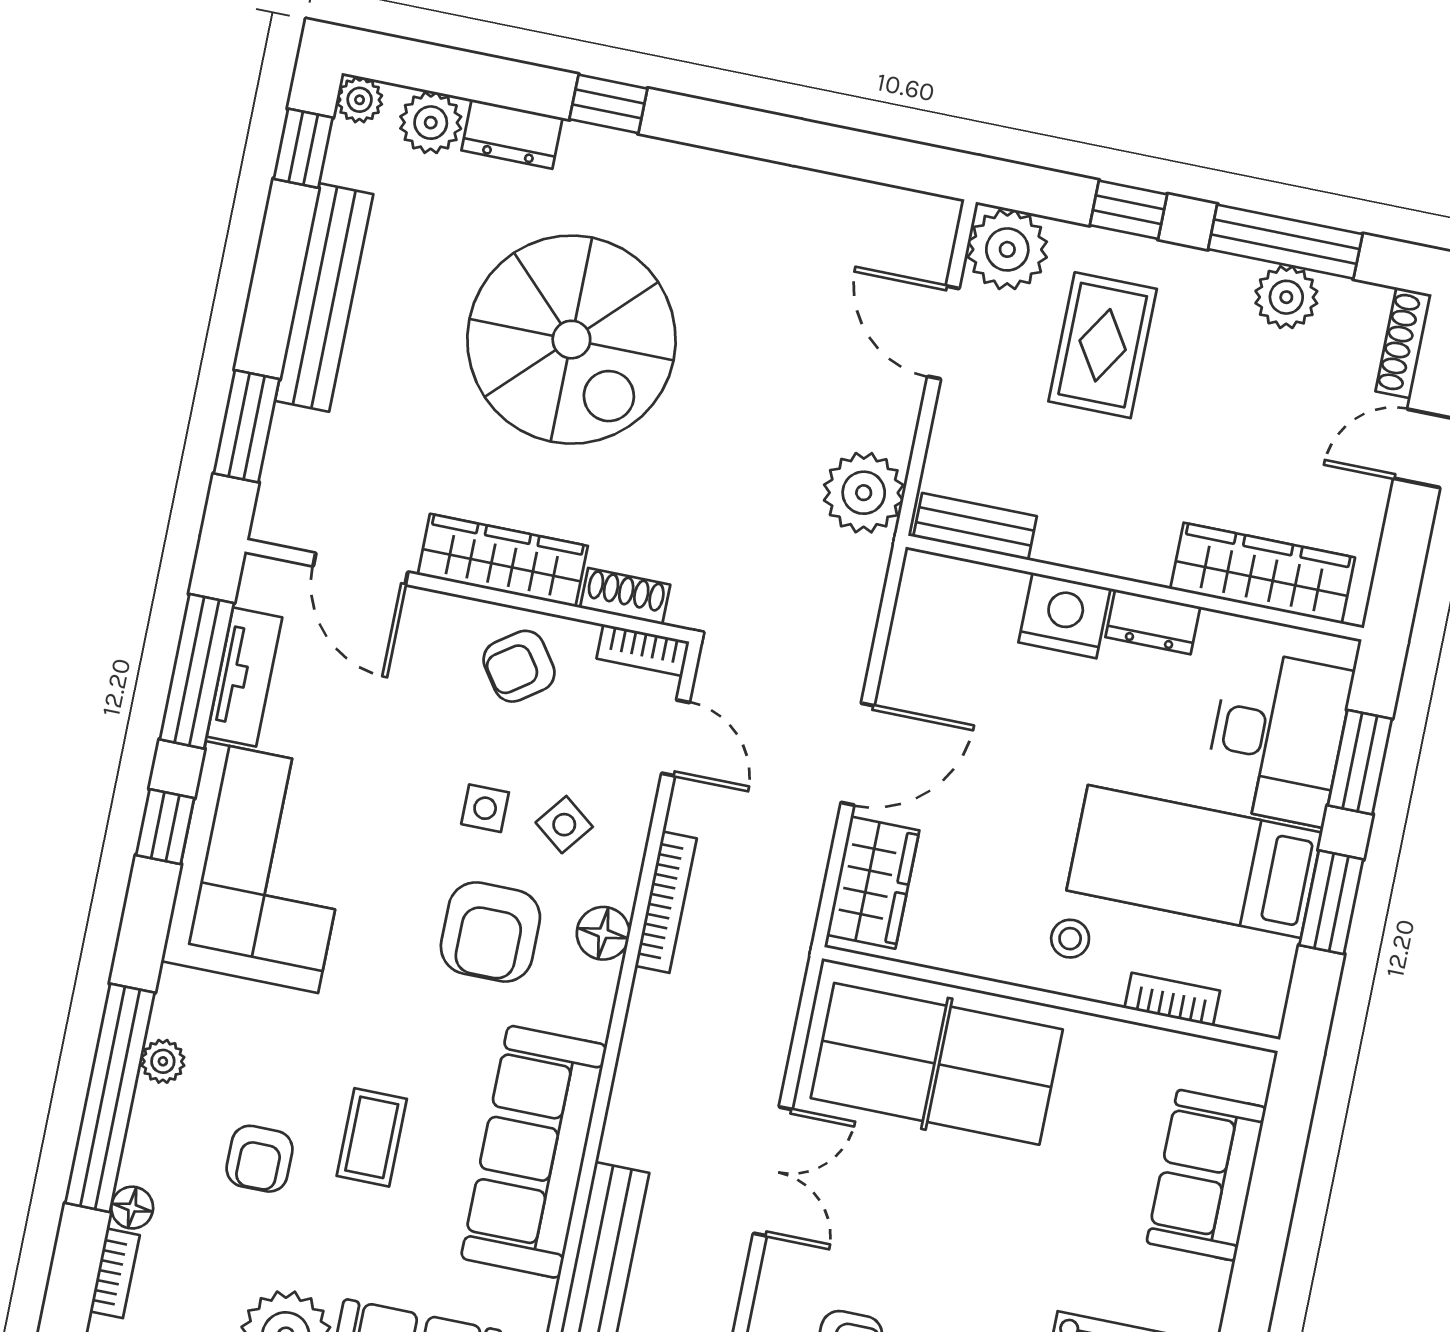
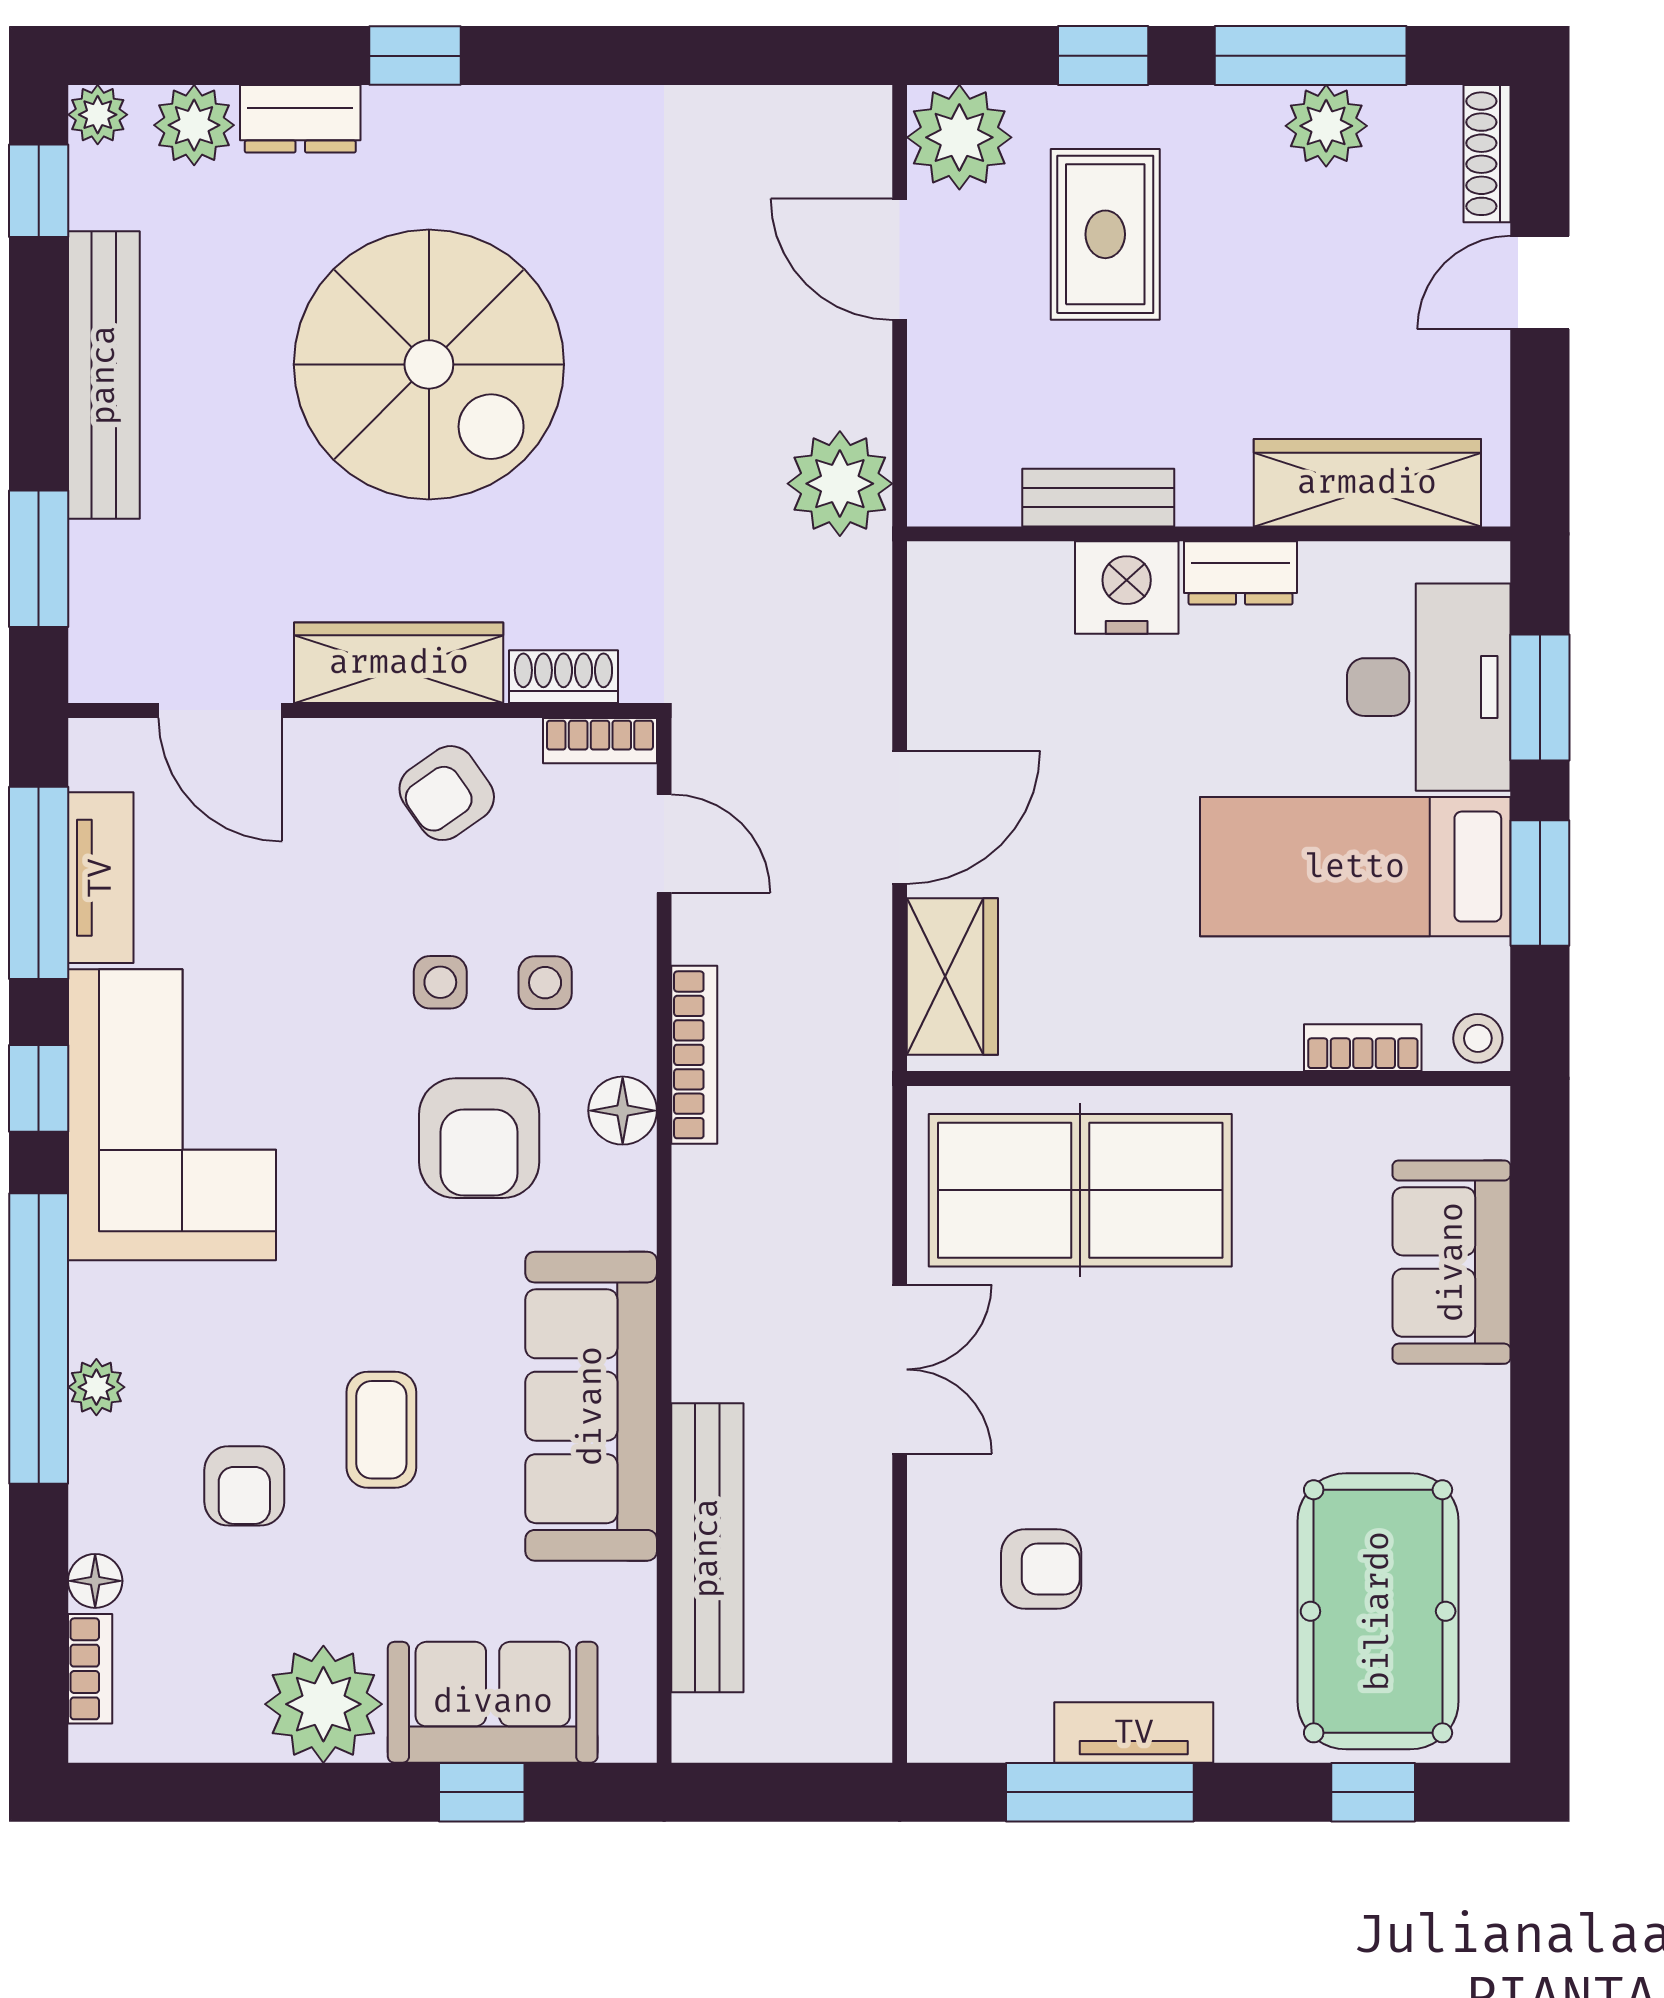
bench: (975, 526) -> (1098, 498), moved
side table: (564, 825) -> (545, 983), turned -38
stool: (1070, 939) -> (1478, 1038), moved
window: (110, 1098) -> (39, 1339), moved

